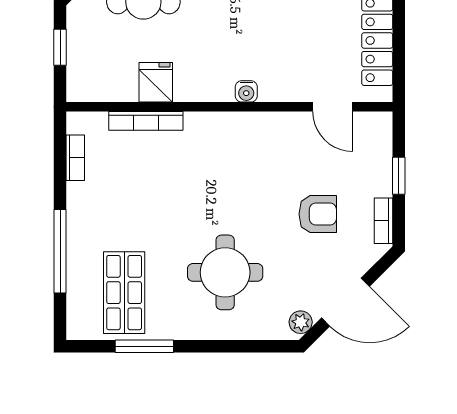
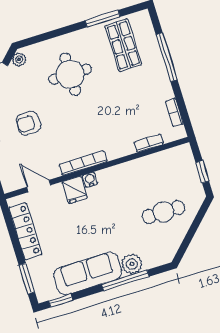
fridge: (156, 82) -> (75, 190), moved
bookcase: (146, 121) -> (149, 143), width x0.64
bookcase: (249, 122) -> (83, 163), added

